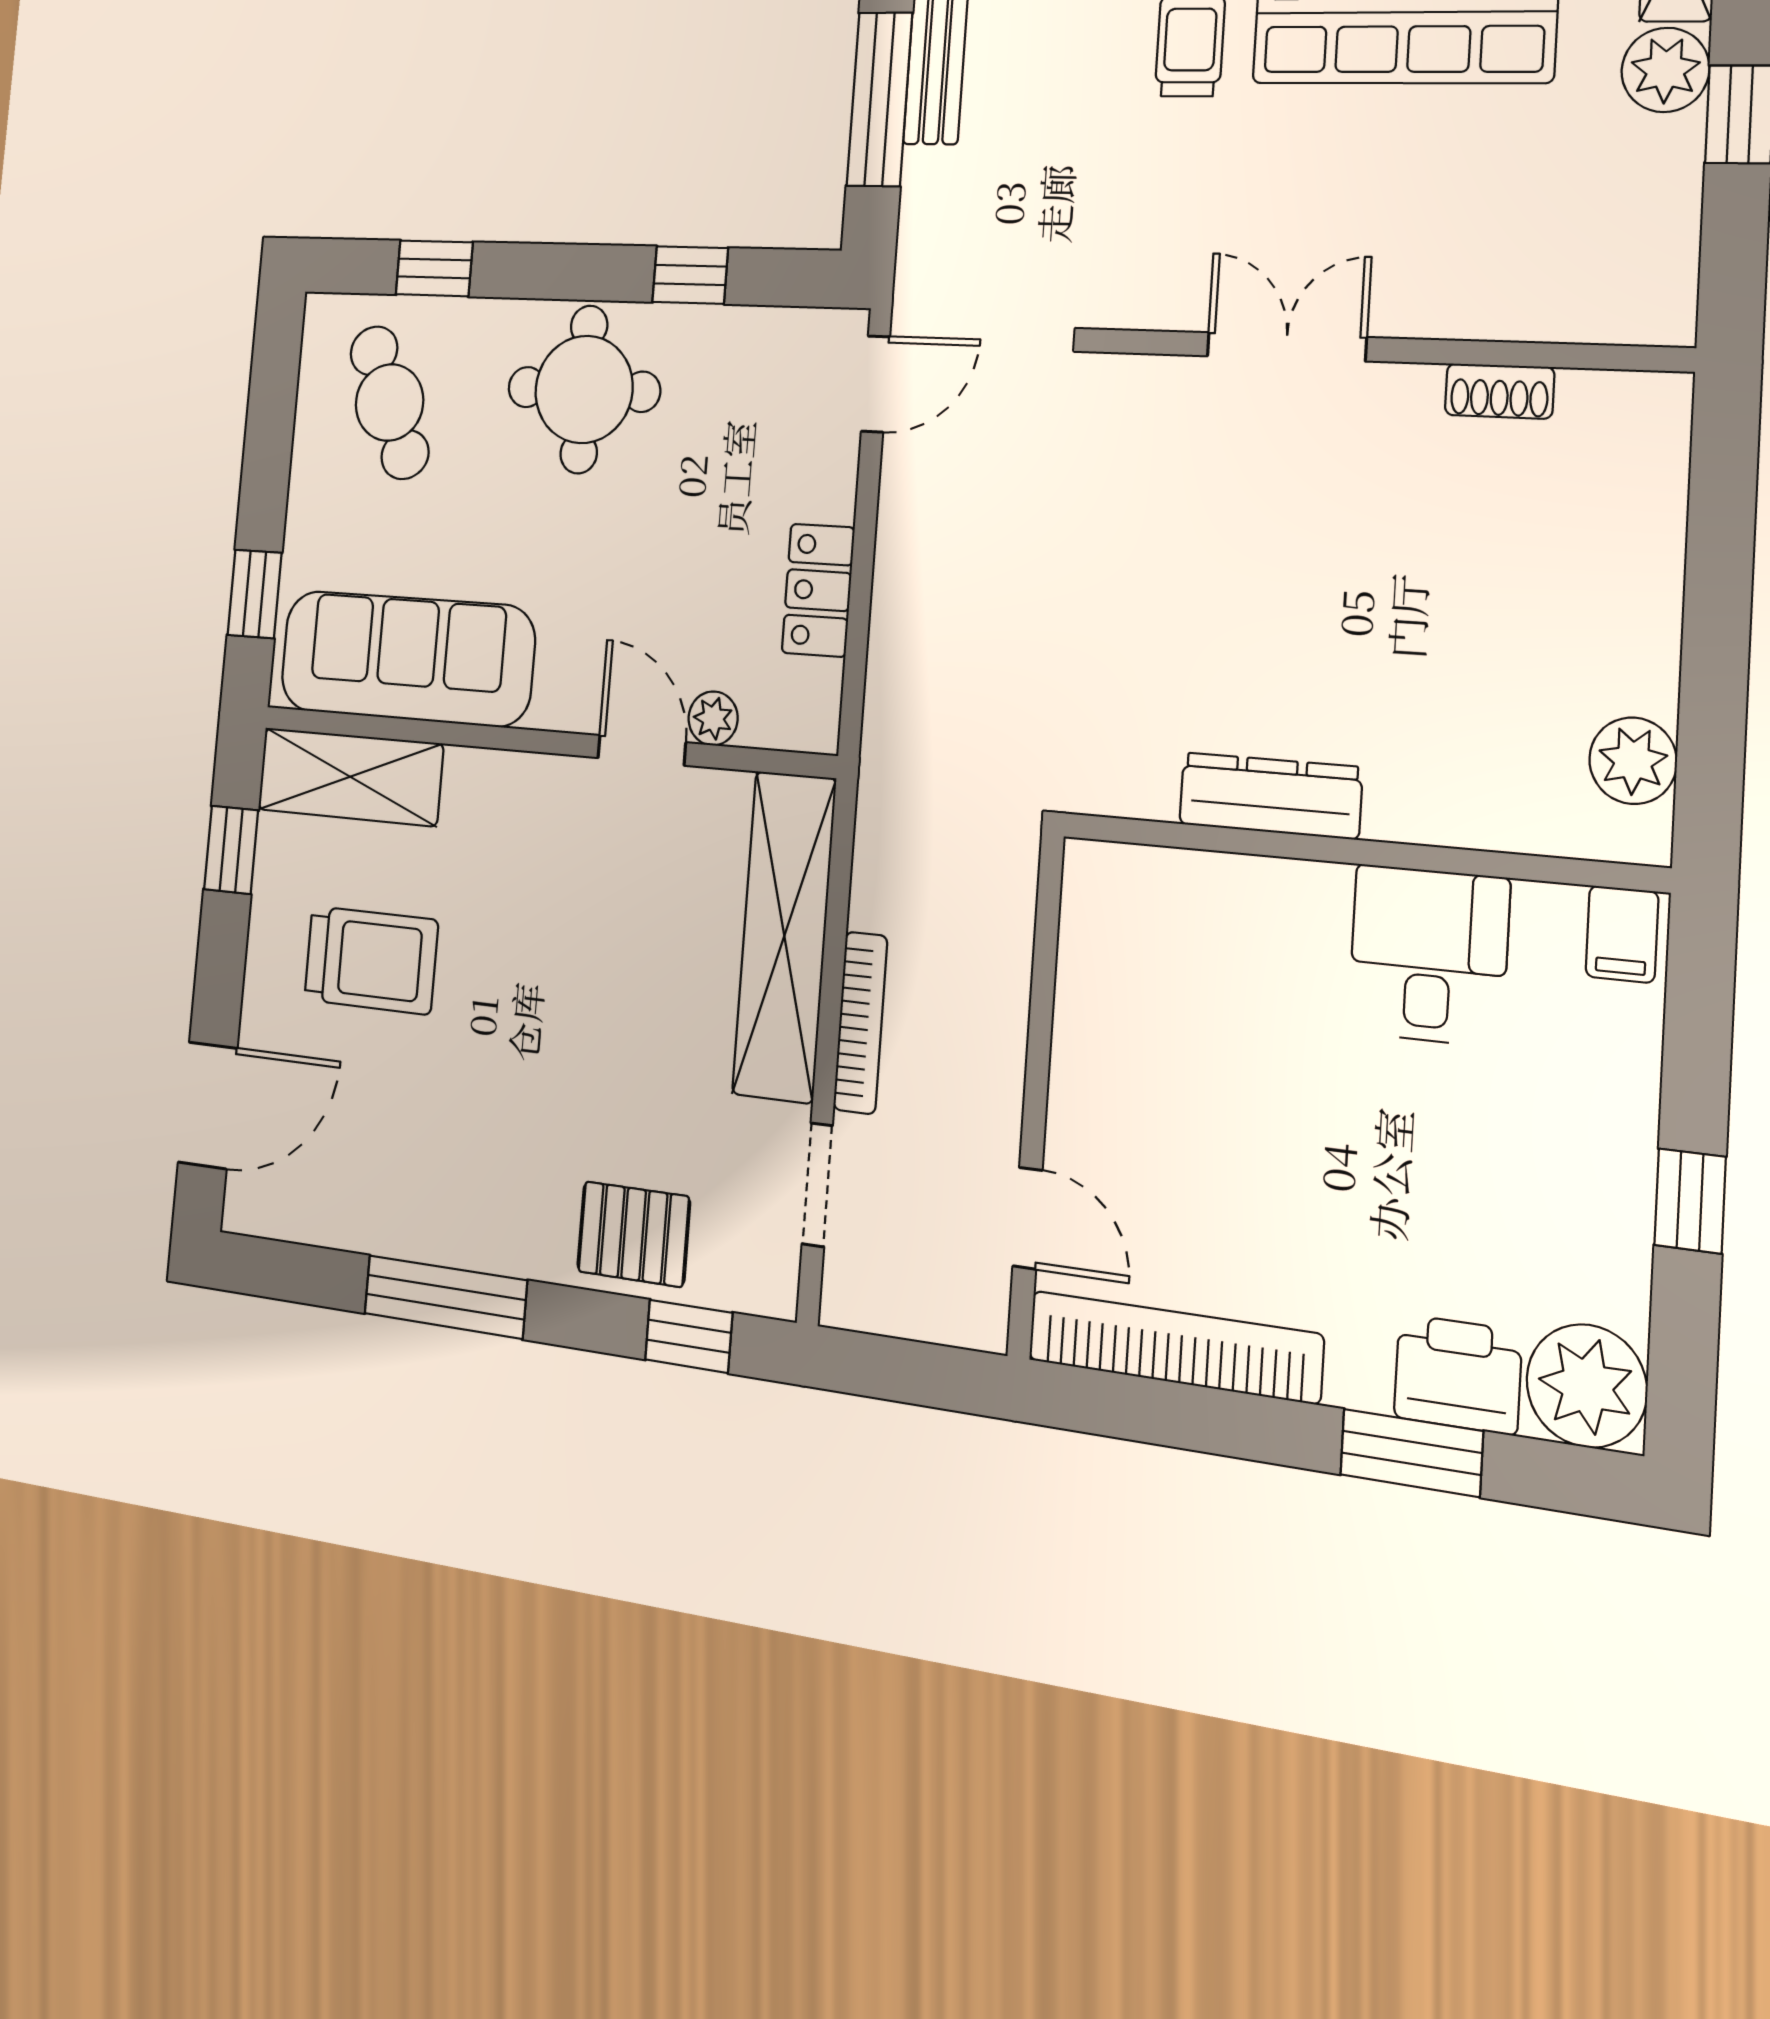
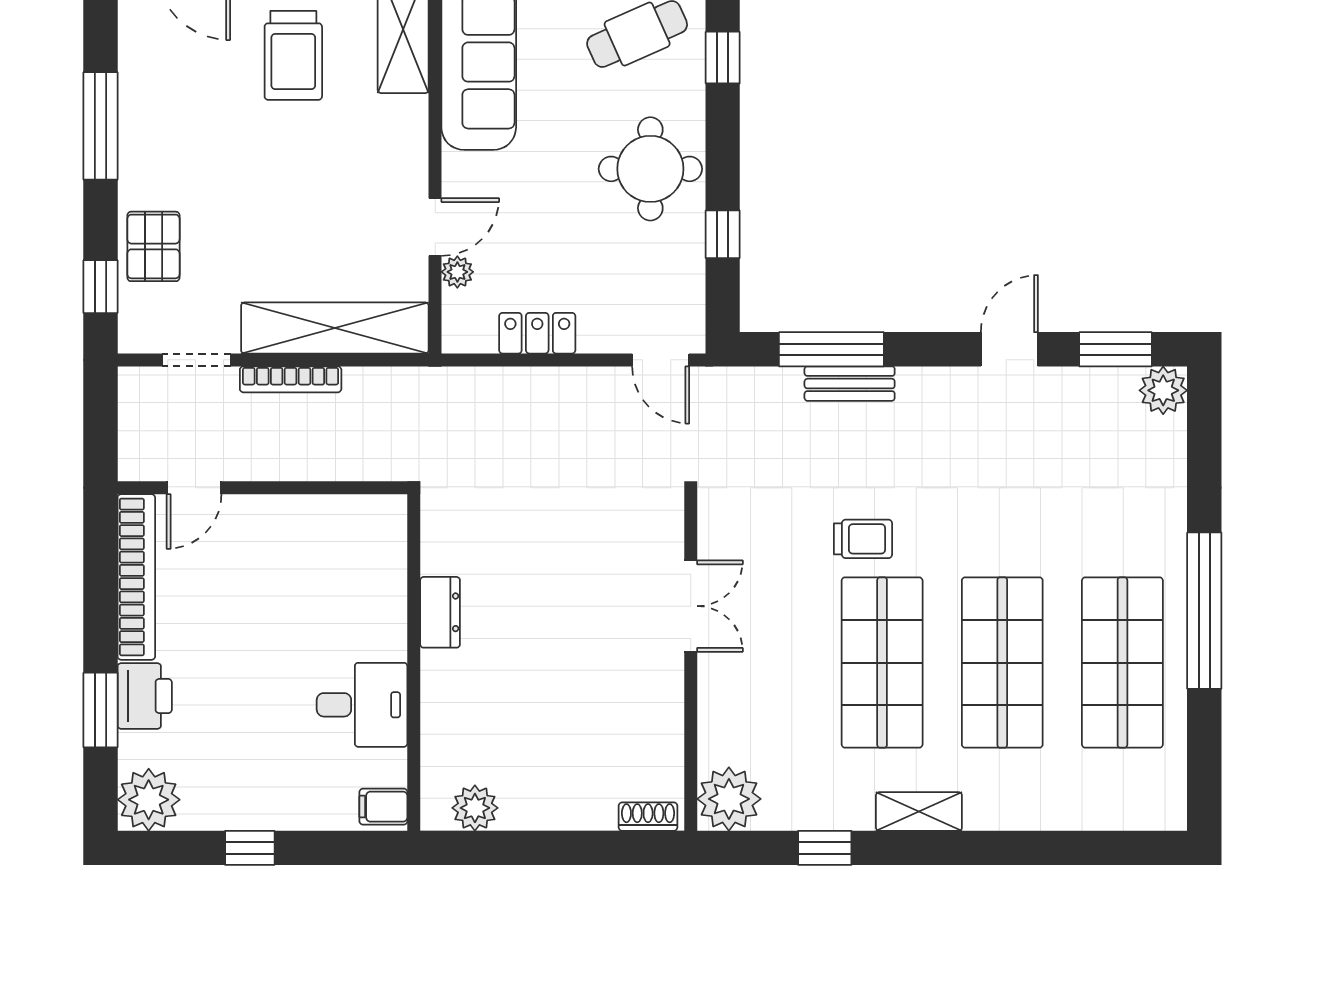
plant: (1665, 70) -> (729, 799), moved, width x1.36, depth x1.36
shoe rack: (1500, 391) -> (648, 817), moved, turned 90
dresser: (1270, 796) -> (440, 612), width x0.70
printer: (1458, 1374) -> (145, 696), moved

